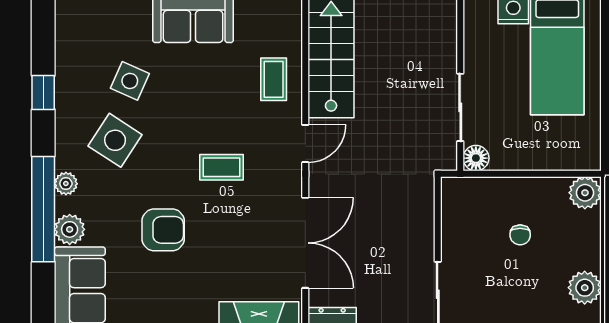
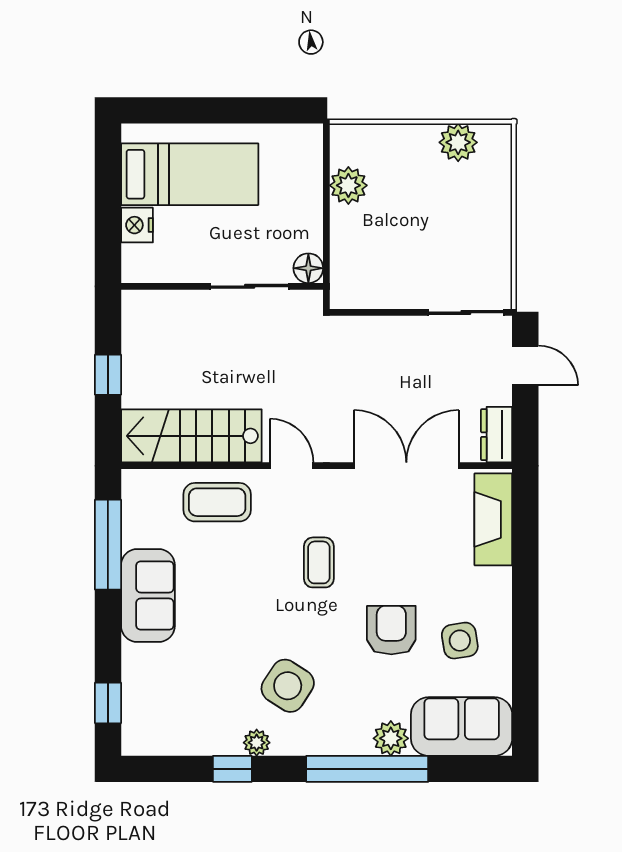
coffee table: (274, 79) -> (217, 502), width x1.36, depth x1.30
side table: (130, 81) -> (460, 641), moved, turned -33
plant: (66, 184) -> (257, 743), moved
plant: (585, 193) -> (348, 185), moved
chair: (520, 235) -> (397, 217), removed

